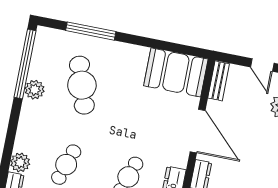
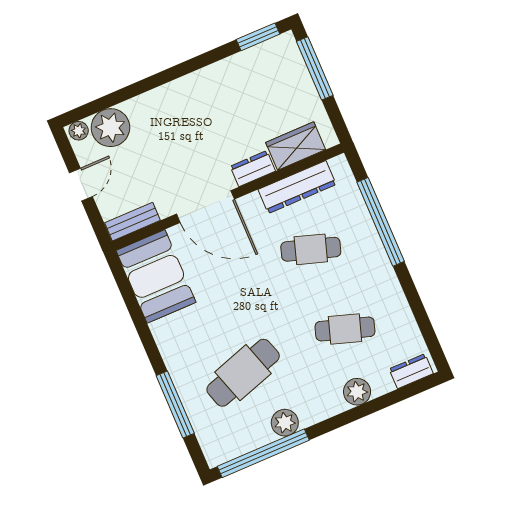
door: (198, 131) -> (205, 207), swing flipped
plant: (20, 162) -> (357, 392), moved

